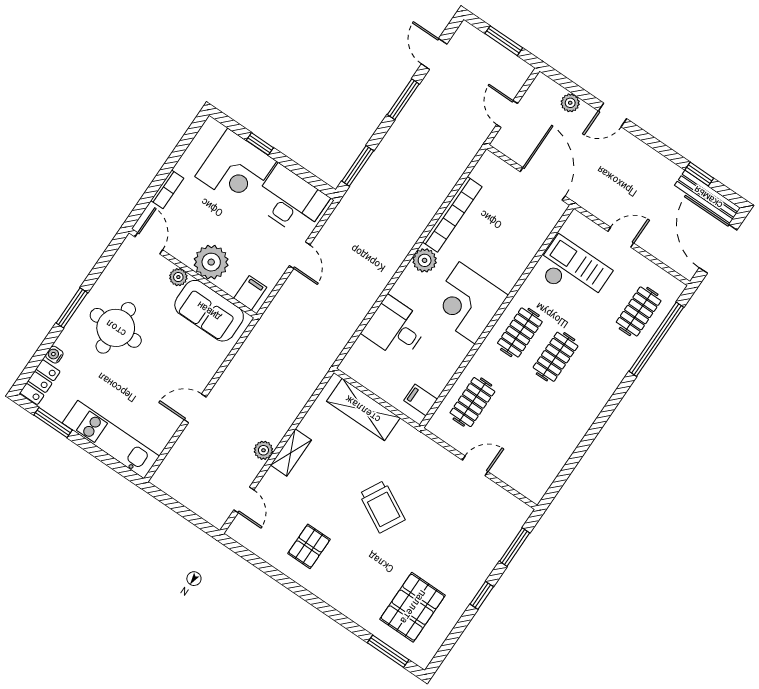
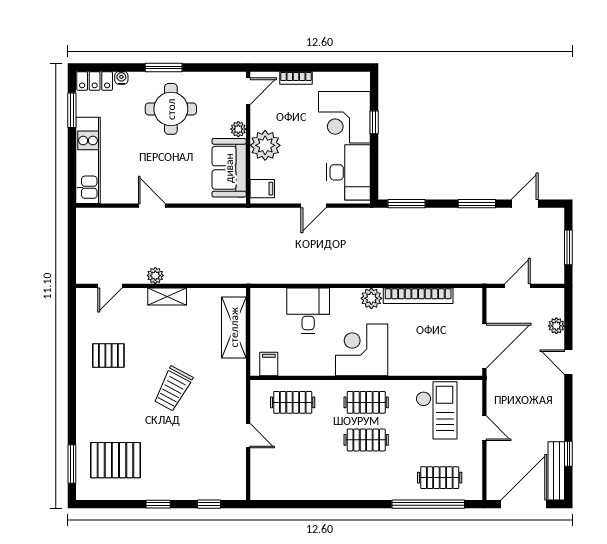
window: (515, 547) -> (209, 504), width x0.67

